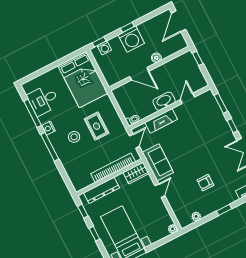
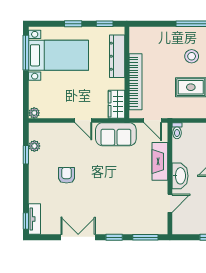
door: (187, 98) -> (170, 203), hinge flipped
window: (224, 210) -> (26, 155), moved

